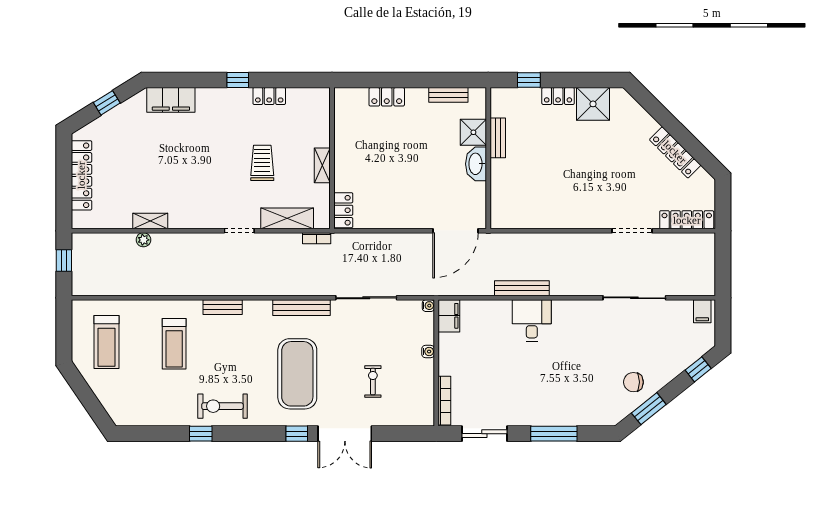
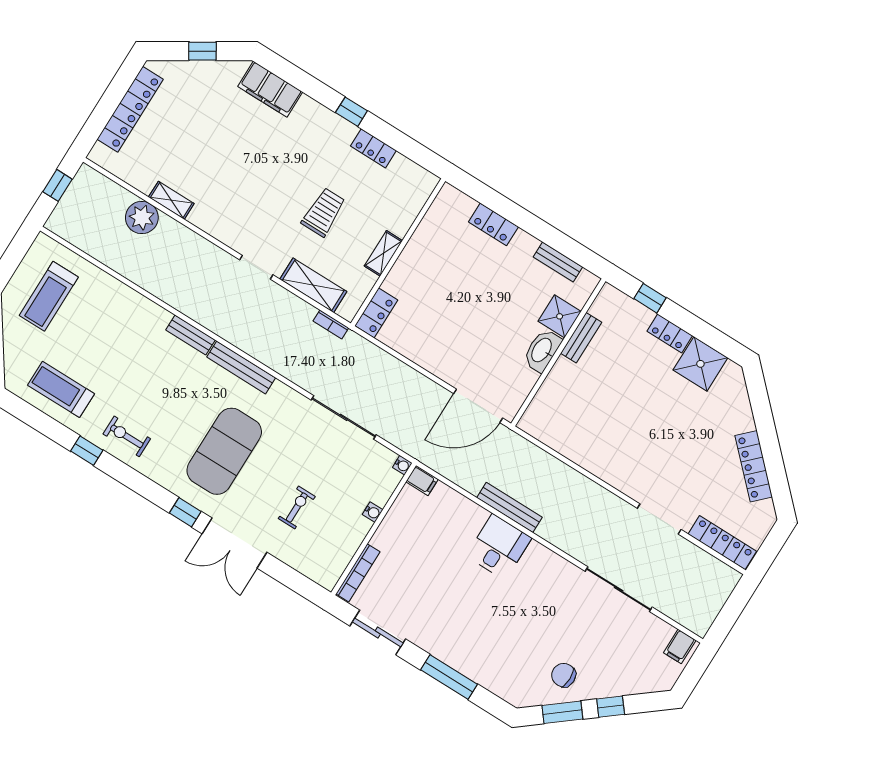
plant: (143, 240) -> (142, 218), width x1.87, depth x1.87
bench: (301, 308) -> (241, 367), moved
filing cabinet: (449, 316) -> (422, 481), width x0.50
treadmill: (174, 344) -> (61, 389), moved, turned 90
window: (698, 369) -> (611, 707), moved
exercise bike: (222, 406) -> (127, 436), width x0.73, depth x0.72

